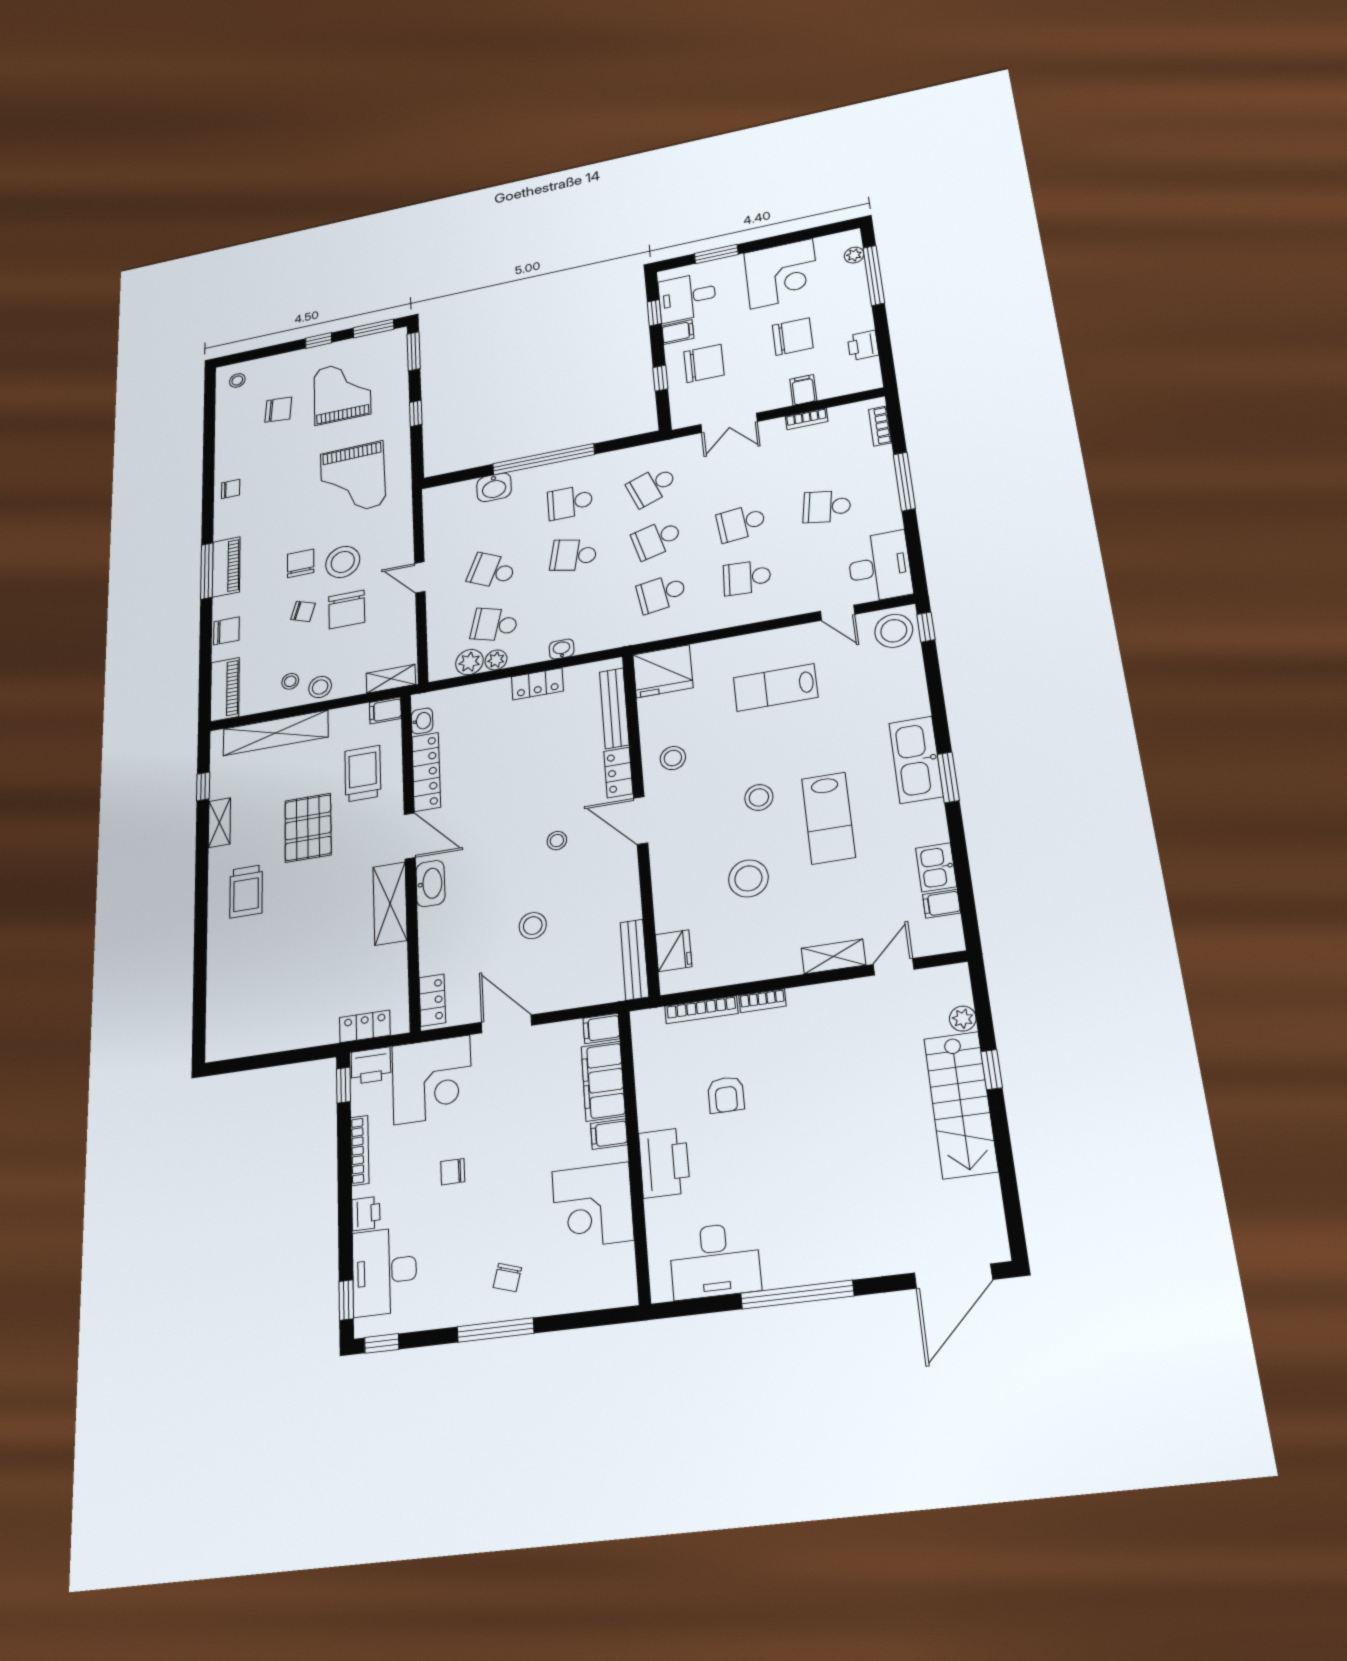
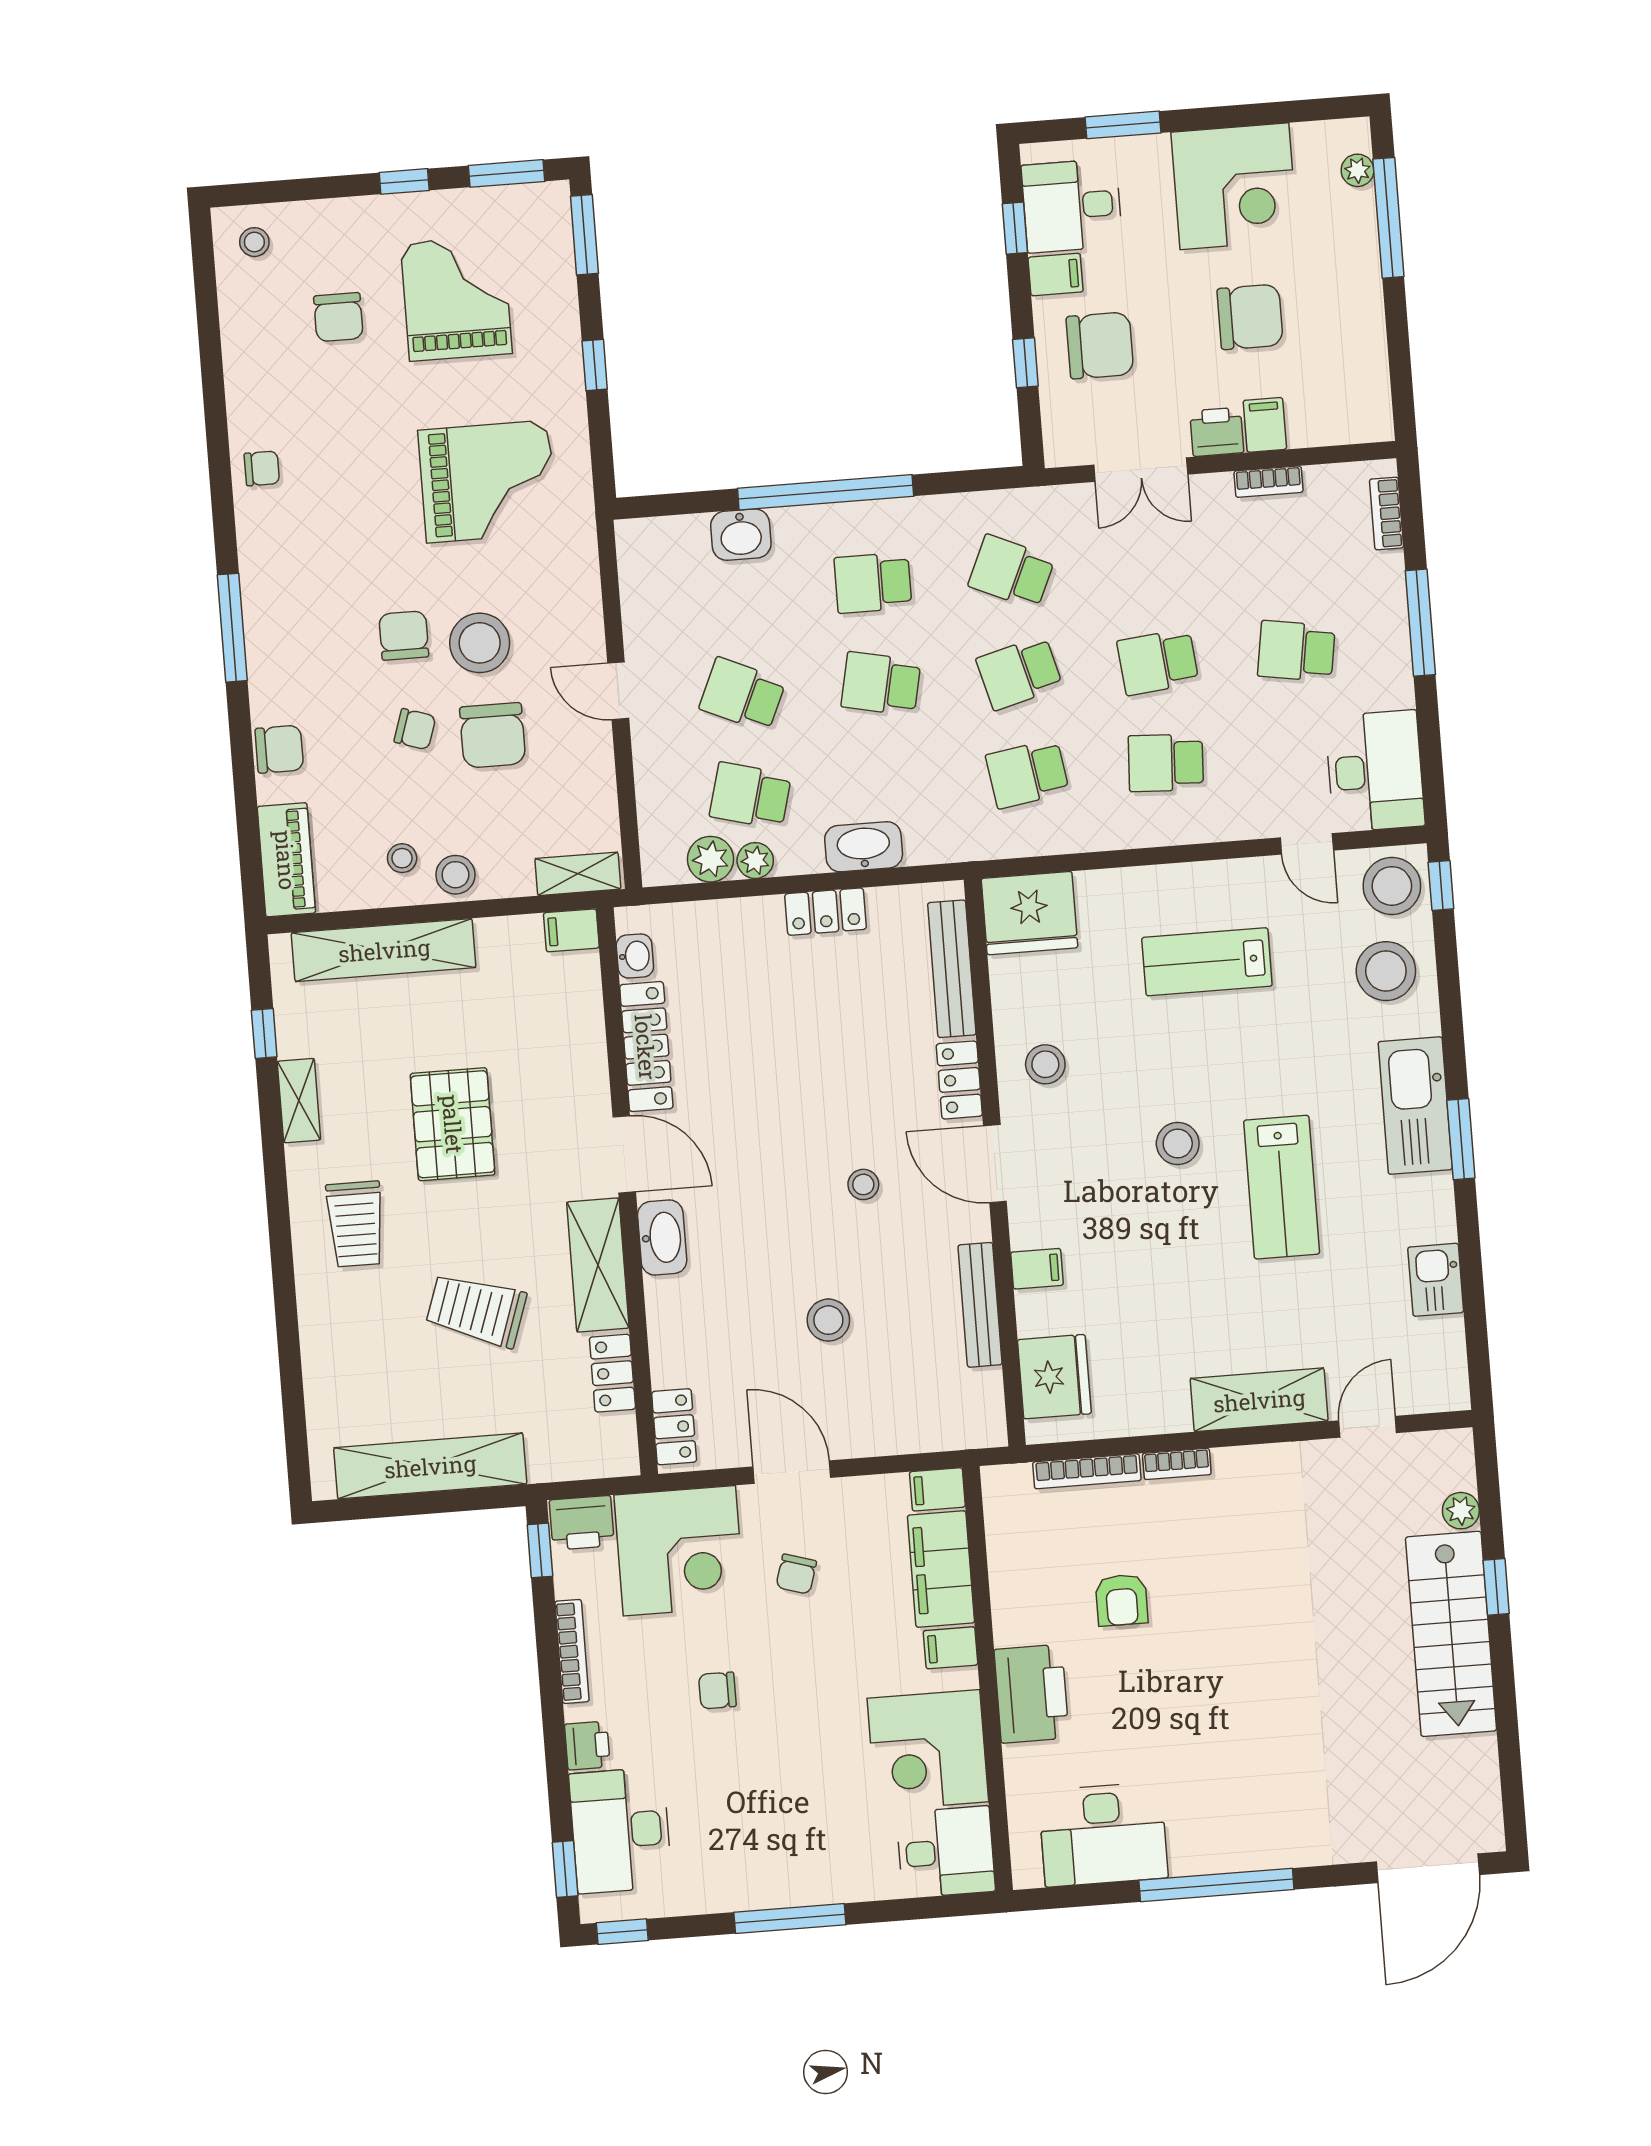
printer: (863, 345) -> (1217, 432), moved, turned 90
chair: (278, 410) -> (338, 317), turned 85
grand piano: (353, 479) -> (487, 481), turned -89
school desk: (652, 486) -> (1011, 572), turned 45
piano: (226, 567) -> (267, 624), removed
washbasin: (562, 649) -> (864, 847), width x1.91, depth x1.45
trolley: (363, 774) -> (476, 1310), moved, turned -71
stool: (748, 878) -> (1386, 971), moved
filing cabinet: (942, 904) -> (1037, 1269), moved, turned 180
fridge: (674, 951) -> (1054, 1377), width x1.36, depth x1.34
shelving: (833, 957) -> (1259, 1400), width x1.50, depth x1.33
bench: (634, 960) -> (980, 1305), moved
locker: (365, 1026) -> (612, 1373), moved, turned -90
shelving: (279, 1036) -> (430, 1466), added
chair: (507, 1278) -> (796, 1574), moved
desk: (604, 1278) -> (946, 1852), added

